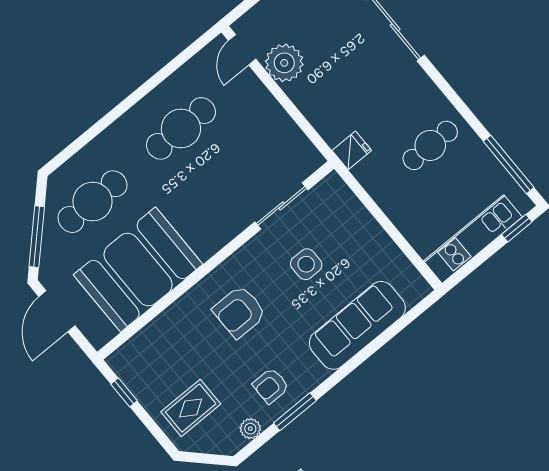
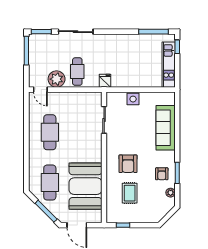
cafe table: (430, 145) -> (77, 72), moved
side table: (306, 264) -> (133, 99), moved
rug: (191, 408) -> (130, 193), moved

